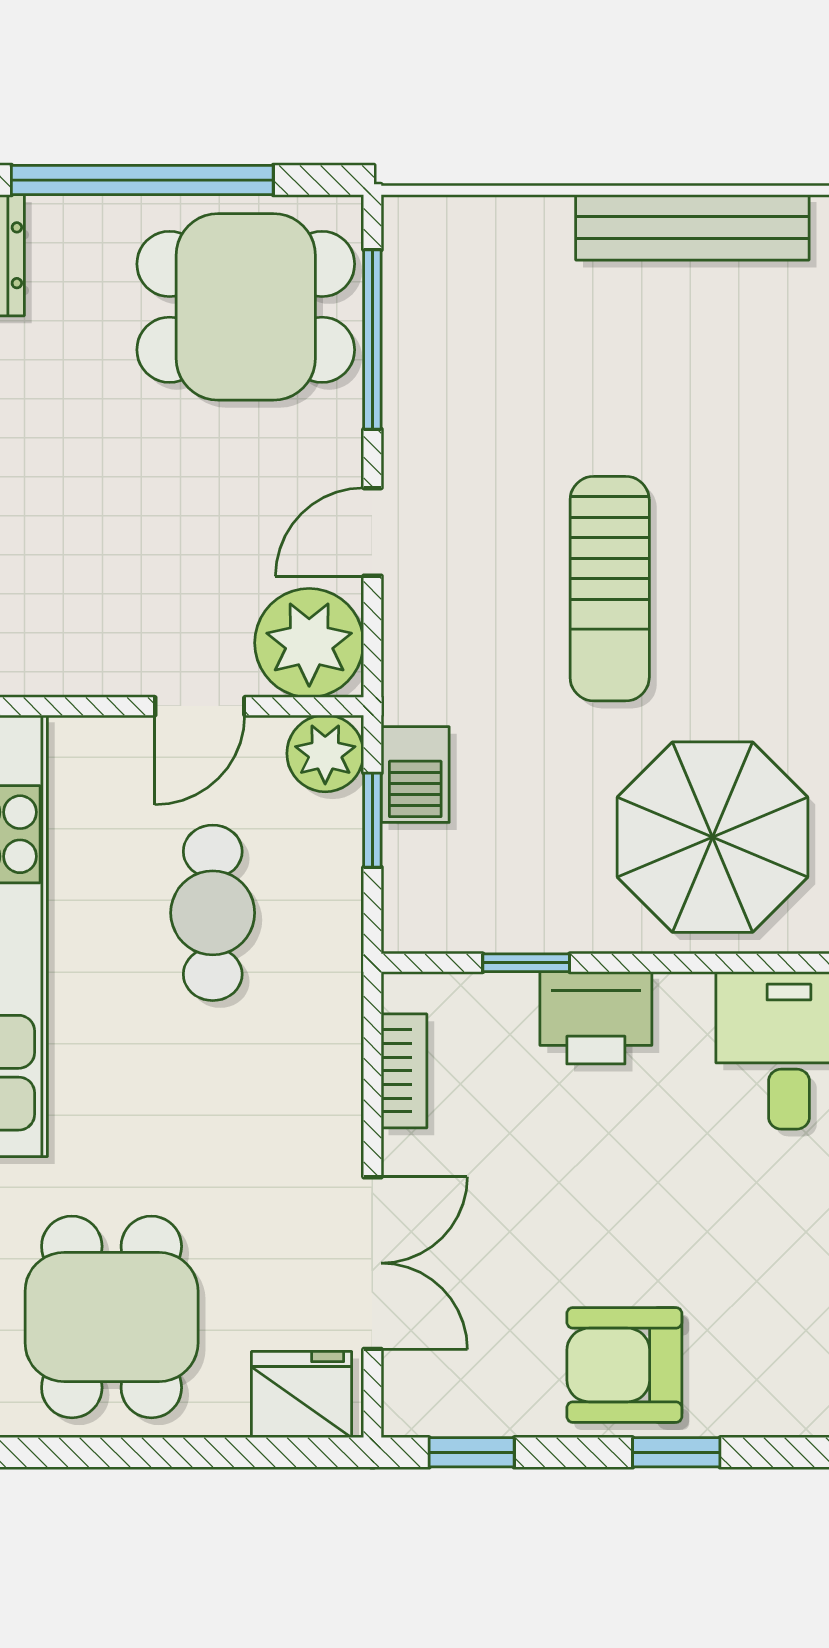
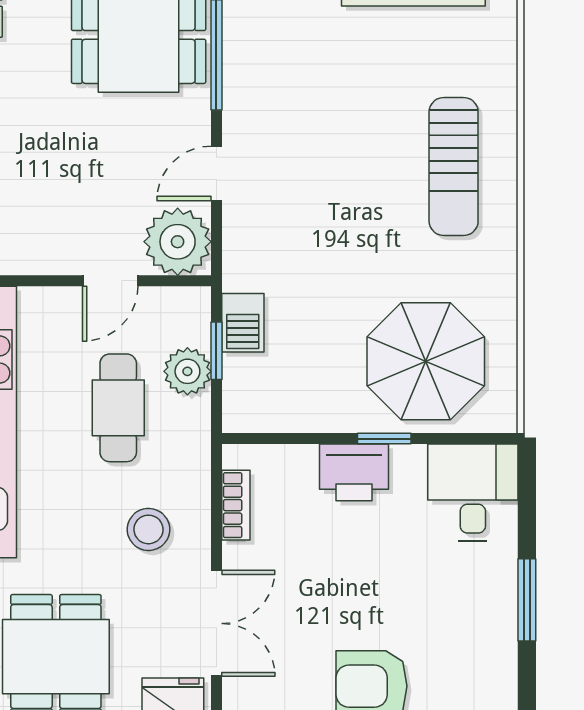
sun lounger: (610, 589) -> (454, 166), moved
plant: (325, 753) -> (187, 371), moved
window: (526, 963) -> (384, 439), moved
stool: (262, 1110) -> (148, 529), added

